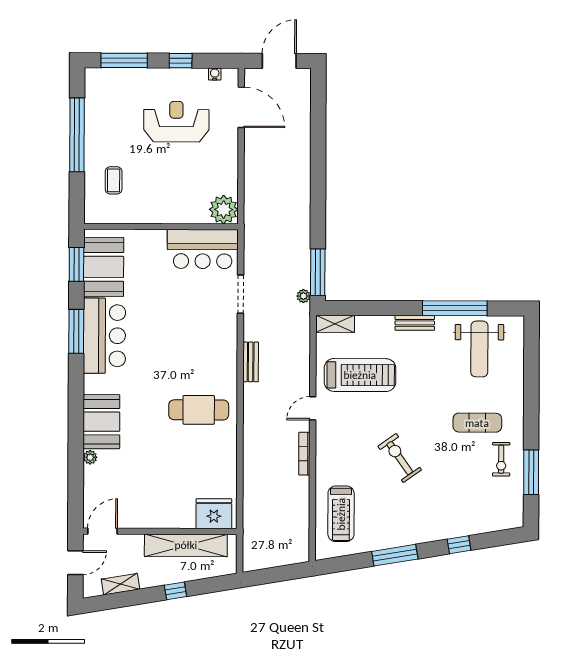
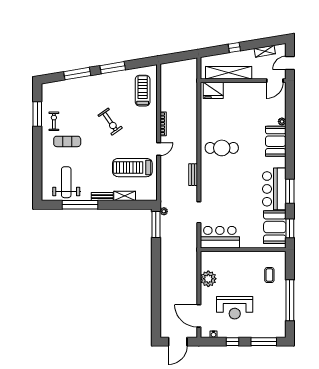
plant: (224, 210) -> (208, 279), moved
shelving: (335, 324) -> (125, 196), moved
window: (459, 545) -> (77, 74), width x2.17

